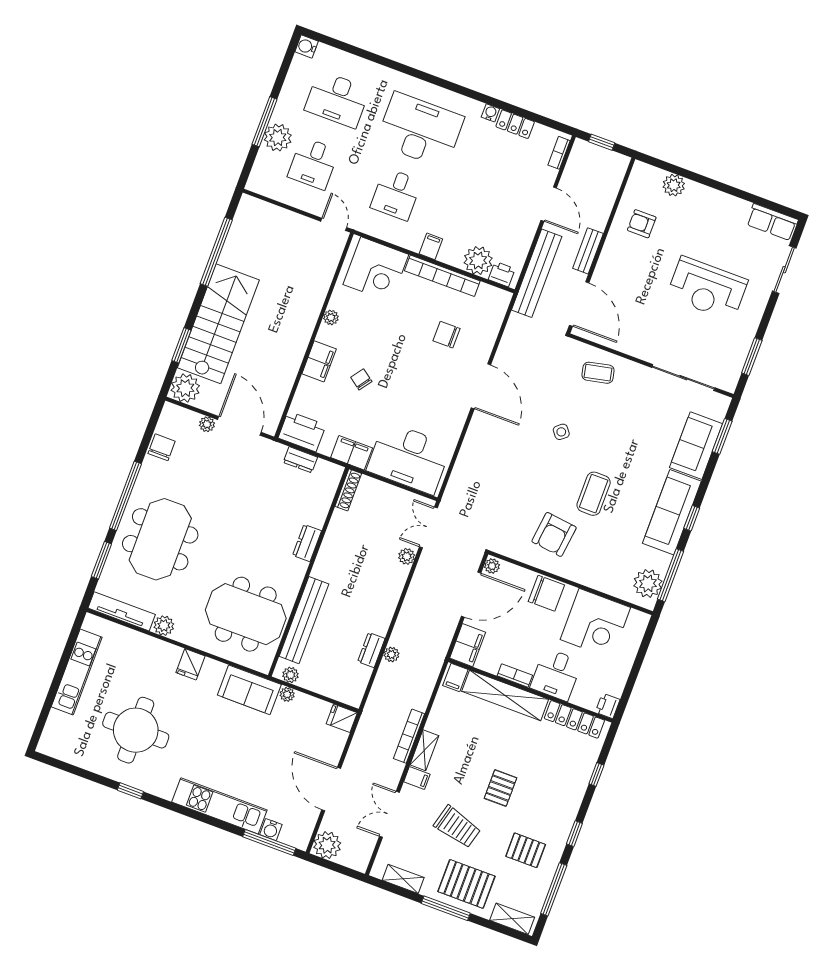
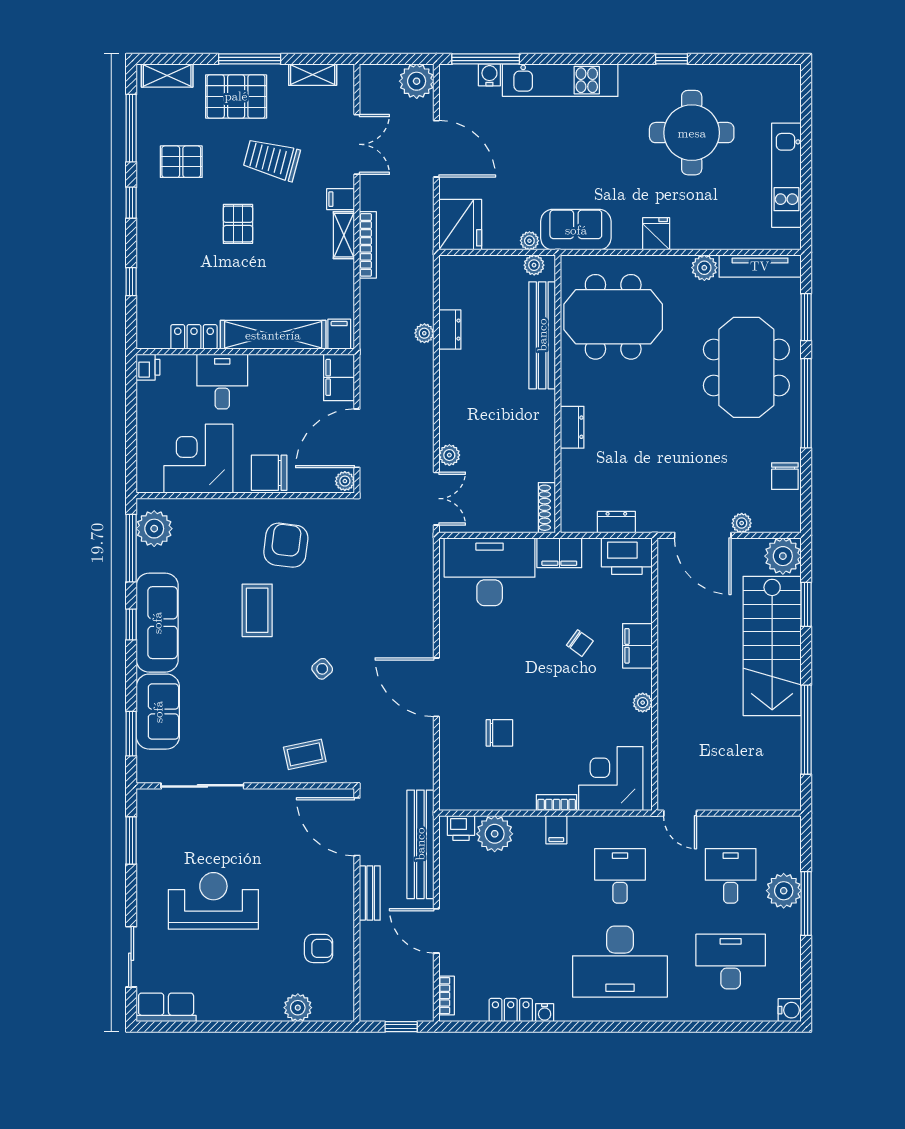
bookcase: (442, 276) -> (557, 803), width x0.43, depth x0.76
bookcase: (515, 675) -> (270, 362), removed
fridge: (342, 718) -> (460, 225), width x1.88, depth x1.34
locker: (574, 719) -> (194, 337), width x0.66

